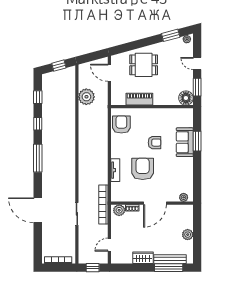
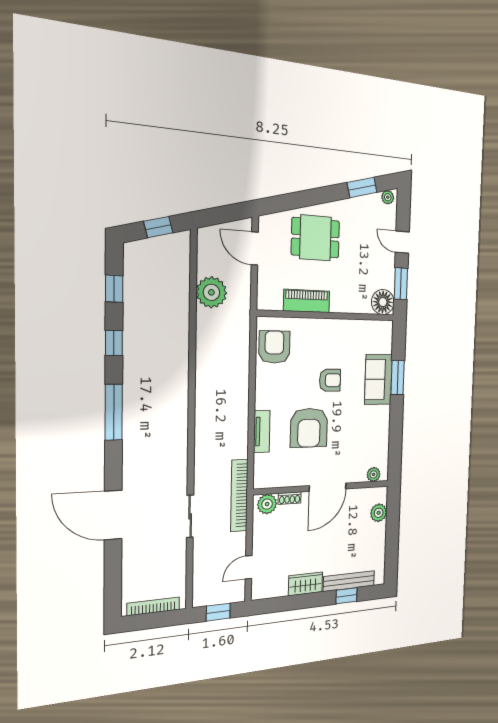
armchair: (143, 169) -> (309, 428), turned 180
plant: (188, 235) -> (379, 513), moved
window: (169, 268) -> (347, 596), width x0.46

